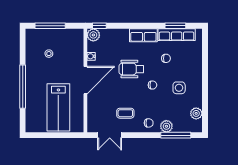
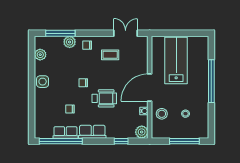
window: (99, 26) -> (121, 141), moved
window: (175, 26) -> (61, 141), width x2.11
row of seats: (177, 35) -> (65, 132), width x0.68
stool: (73, 53) -> (162, 114), added
side table: (179, 88) -> (43, 82), moved

